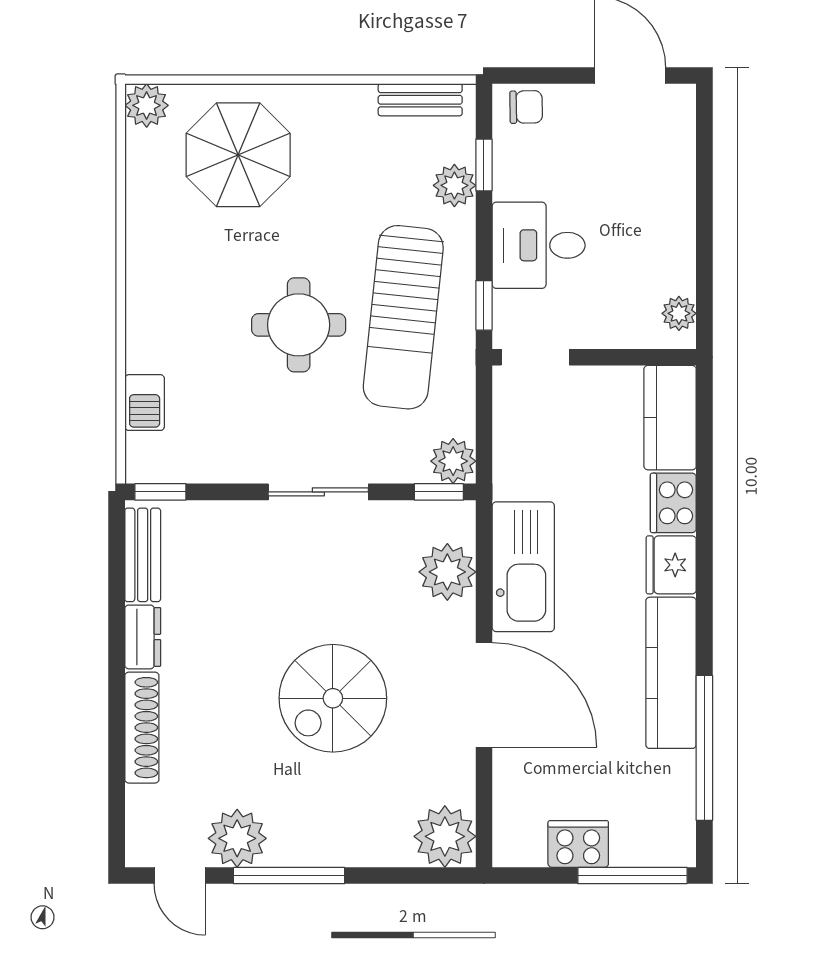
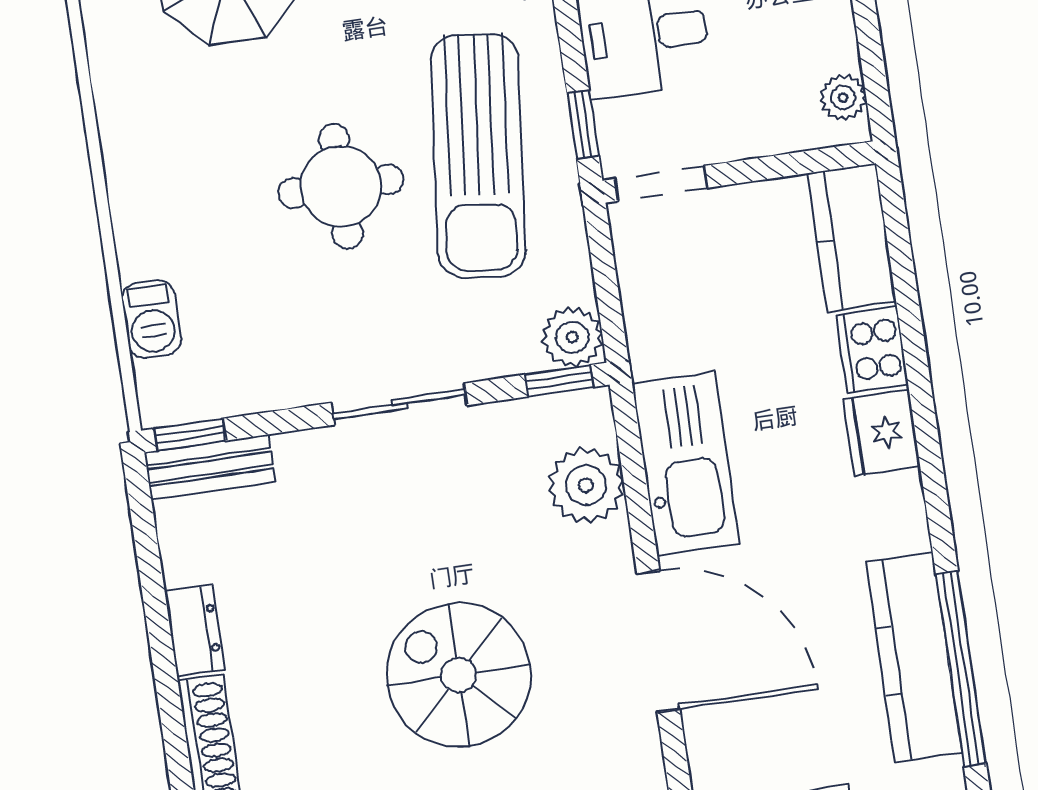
bench: (143, 555) -> (210, 467), moved, turned 90
kitchen counter: (671, 673) -> (914, 658), moved
spiral stairs: (333, 698) -> (459, 675), turned 90

